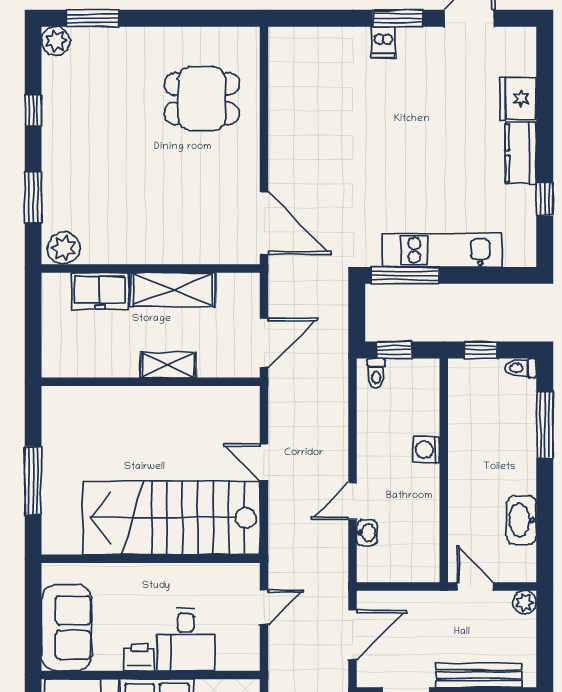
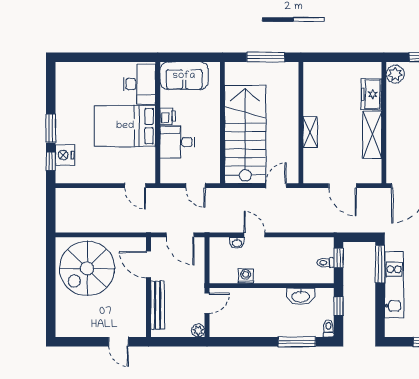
shelving: (168, 365) -> (310, 132), moved
toilet: (376, 373) -> (326, 263), moved
wall: (151, 382) -> (301, 123), moved
washing machine: (426, 450) -> (246, 276), moved
washbasin: (521, 520) -> (301, 296), moved, turned 180

